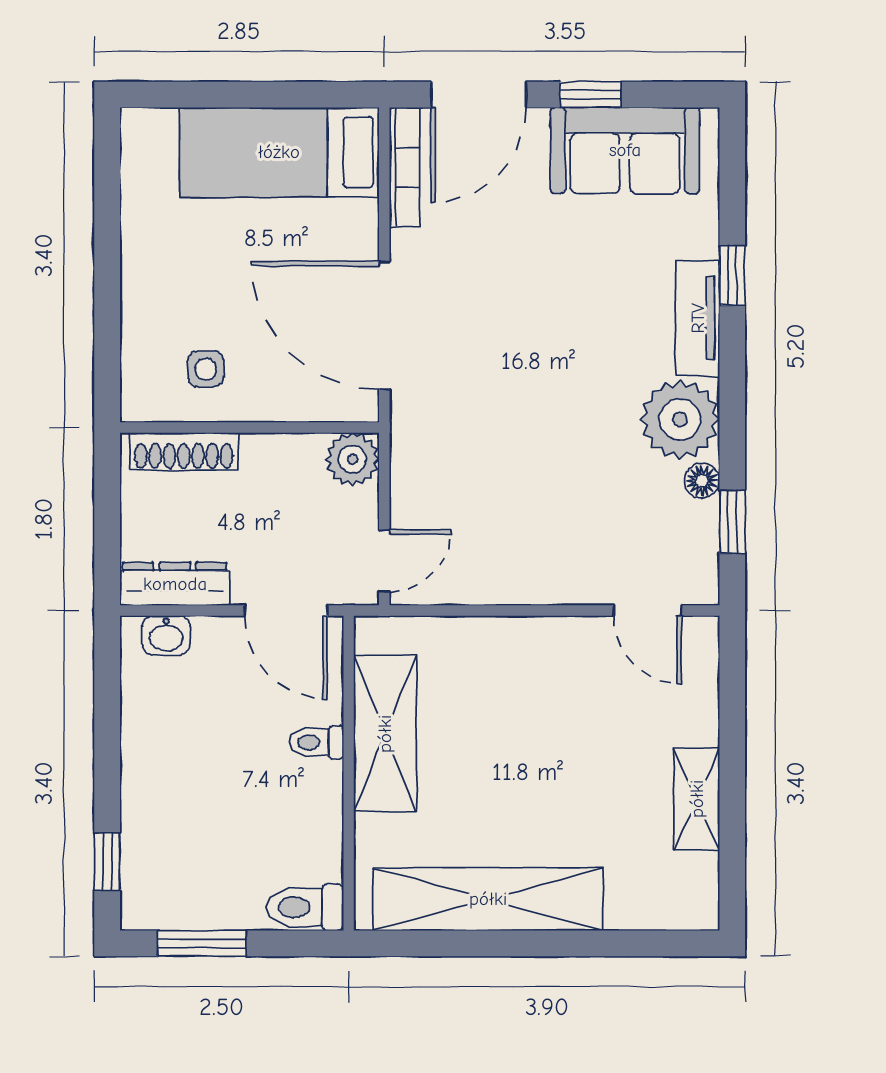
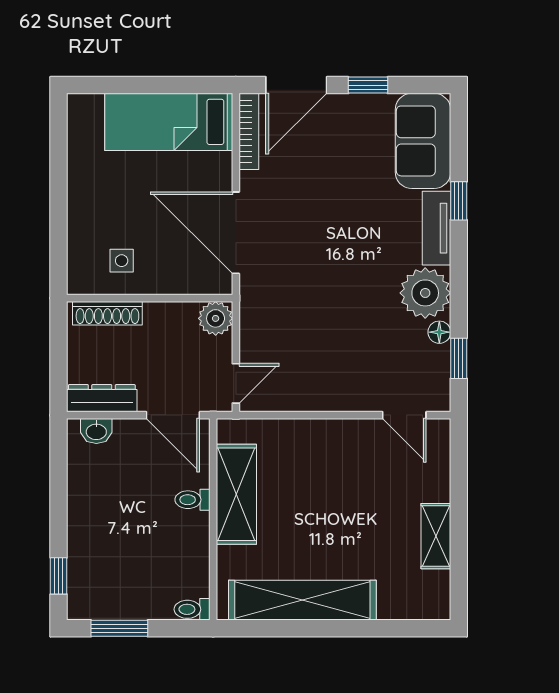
sofa: (625, 150) -> (423, 141), moved, turned 90
toilet: (305, 907) -> (192, 609), width x0.73, depth x0.72

